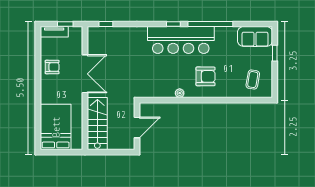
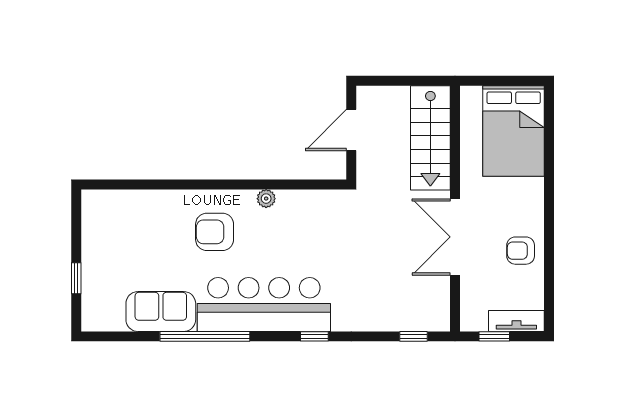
window: (173, 24) -> (314, 336), moved
sofa: (255, 36) -> (161, 312), moved
coffee table: (253, 80) -> (120, 226), removed

